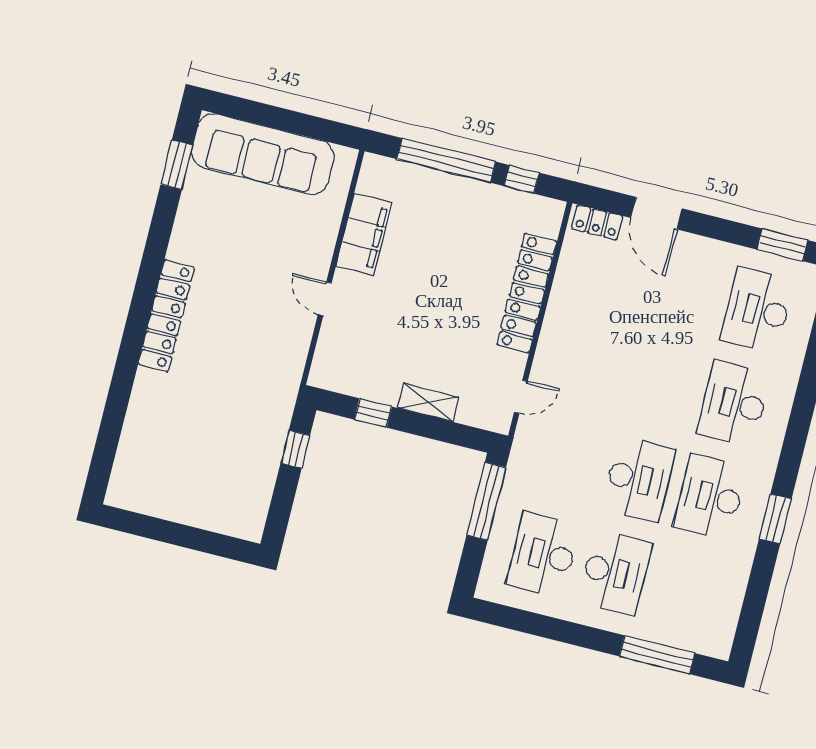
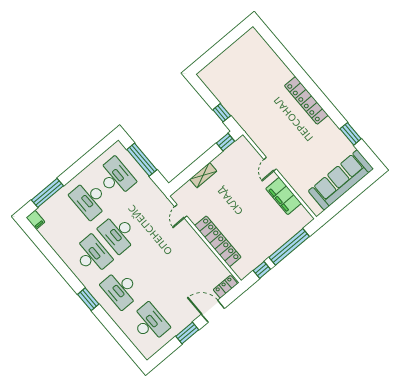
window: (177, 165) -> (351, 134), moved
window: (782, 245) -> (187, 333), moved
door: (325, 299) -> (270, 164), swing flipped
desk: (734, 404) -> (121, 289), turned 180
window: (373, 413) -> (226, 142), moved
window: (486, 501) -> (142, 160), moved
window: (775, 519) -> (88, 299), moved
filing cabinet: (720, 642) -> (35, 220), added

